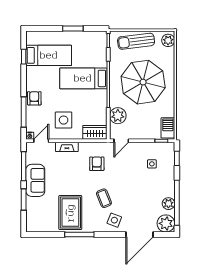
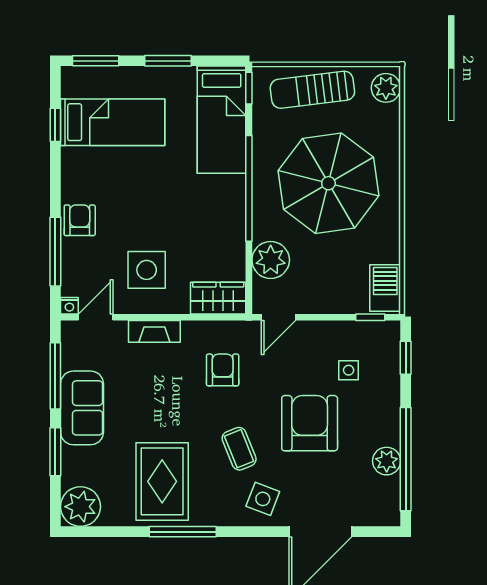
window: (41, 29) -> (96, 61), added
bed: (83, 78) -> (222, 120), moved, turned -90
armchair: (135, 187) -> (310, 423), added
plant: (166, 223) -> (81, 507), moved

